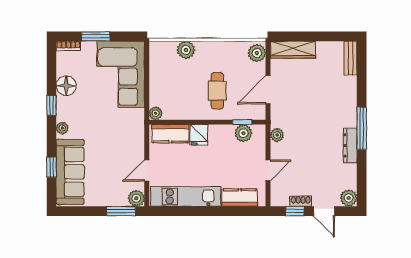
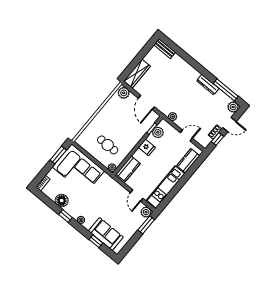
window: (96, 36) -> (58, 155), moved
plant: (186, 50) -> (93, 127), removed
cafe table: (217, 91) -> (108, 145), moved
window: (362, 128) -> (226, 90), moved
fridge: (199, 135) -> (147, 147), moved
door: (268, 170) -> (186, 135), hinge flipped
sofa: (70, 172) -> (106, 234), width x0.73

